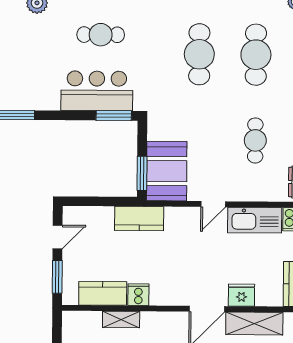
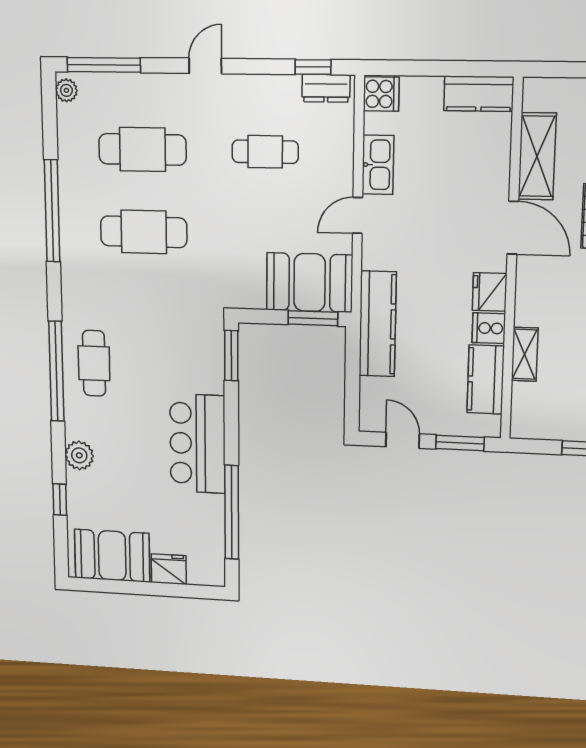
cafe table: (101, 35) -> (94, 363), moved
bar counter: (97, 91) -> (198, 444), moved
door: (213, 204) -> (358, 215), swing flipped
kitchen counter: (139, 219) -> (378, 324), width x1.50
kitchen sink: (255, 220) -> (378, 165), width x0.73, depth x0.81
fridge: (241, 295) -> (490, 292), moved

